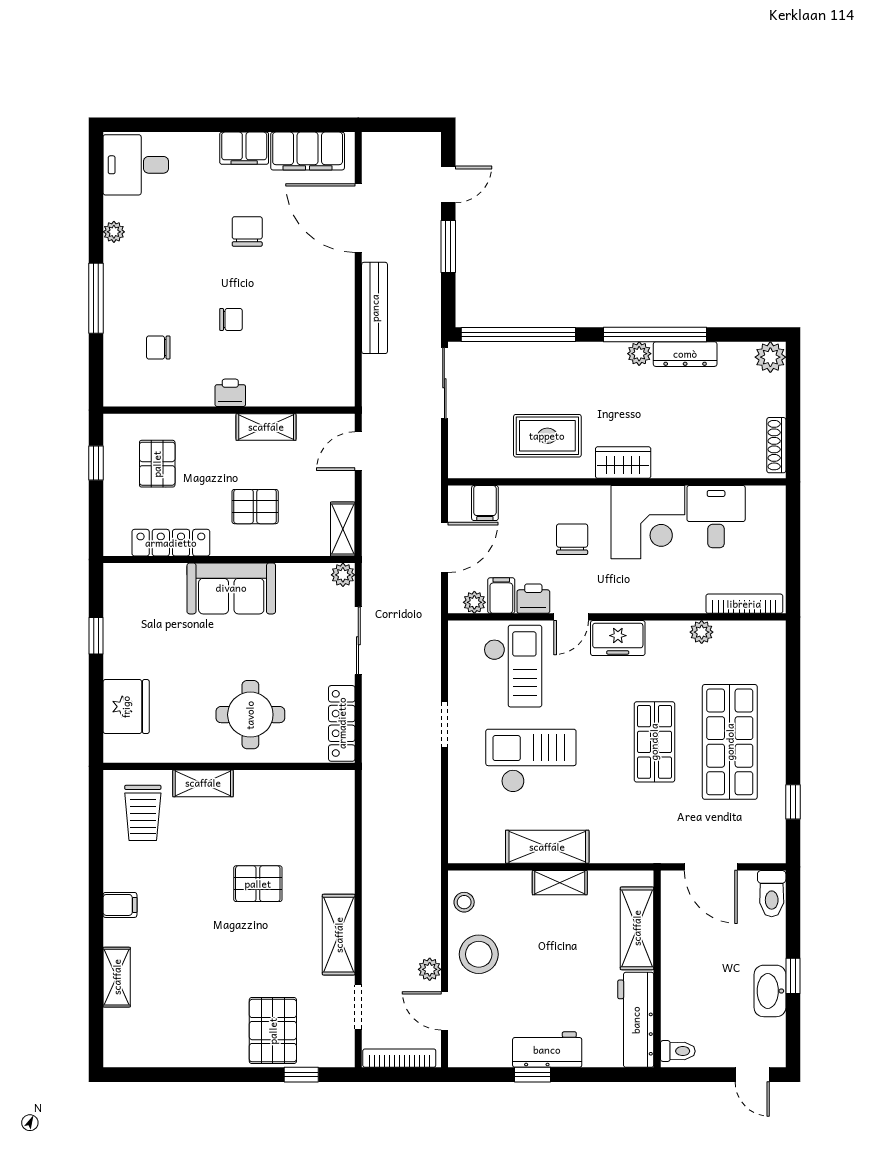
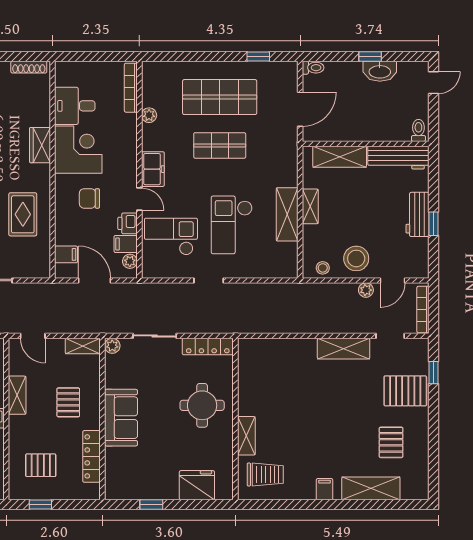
wardrobe: (623, 463) -> (40, 145), moved
pallet: (258, 884) -> (391, 442), moved
toilet: (772, 894) -> (313, 68), width x0.73, depth x0.72
shelving: (117, 977) -> (371, 488), width x1.50, depth x1.33

